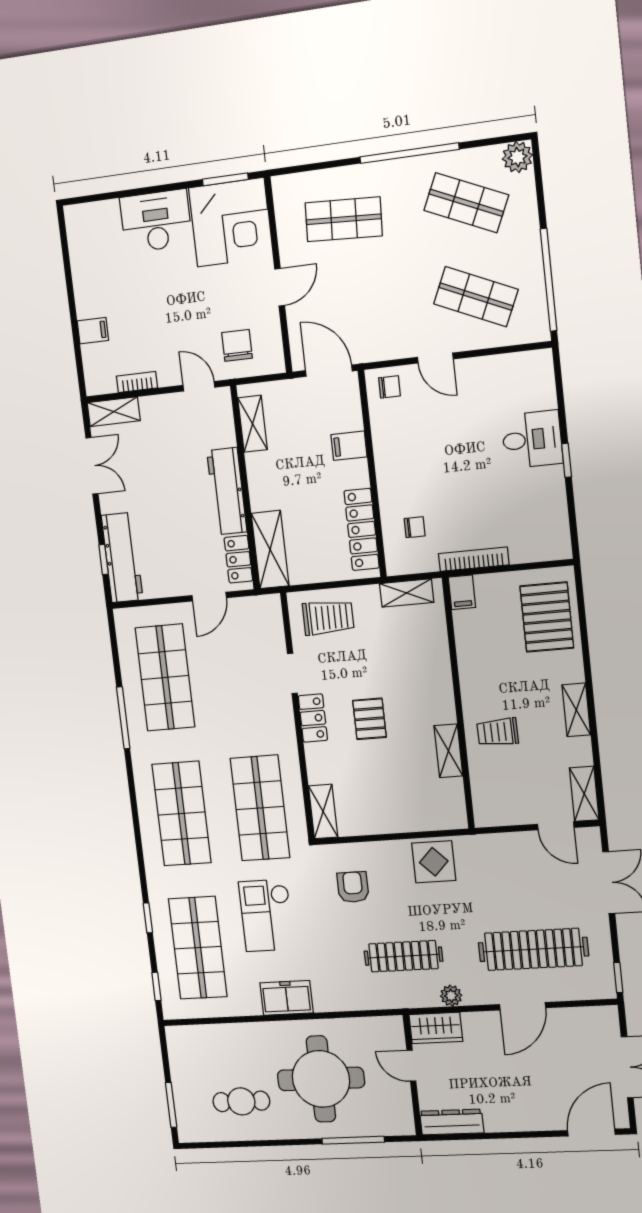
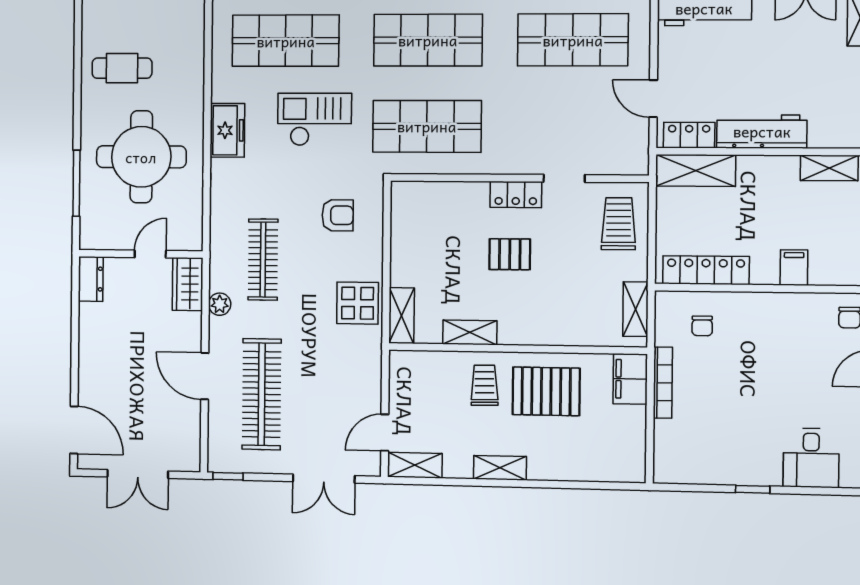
desk: (532, 439) -> (811, 458), moved
filing cabinet: (462, 592) -> (630, 379), width x2.00
trolley: (328, 617) -> (619, 224), turned 180
pallet: (547, 617) -> (546, 391), moved
shelving: (323, 812) -> (402, 316), moved, turned 90
cafe table: (241, 1101) -> (122, 68), turned 90
dresser: (452, 1122) -> (91, 279), width x0.70

